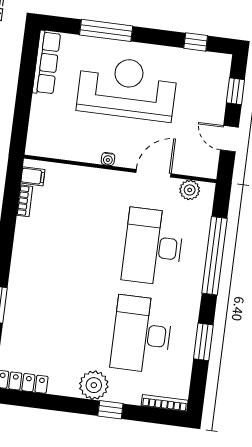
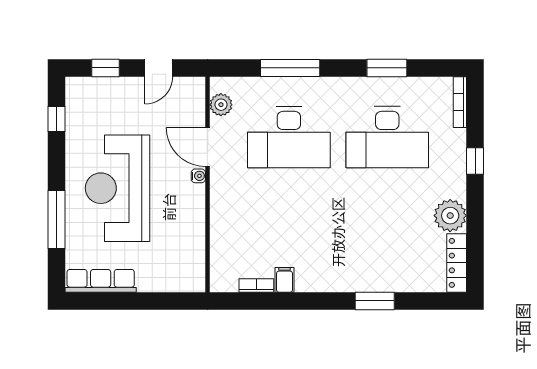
water cooler: (108, 159) -> (198, 176), moved
filing cabinet: (33, 176) -> (285, 280), moved
window: (214, 256) -> (290, 68), width x0.68
plant: (94, 385) -> (450, 216), moved

